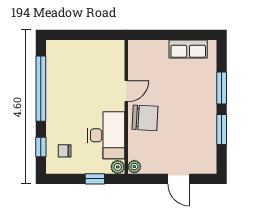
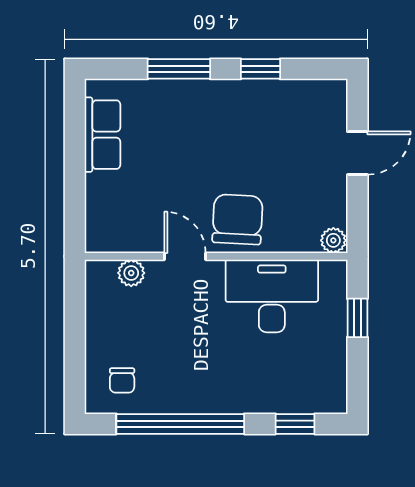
window: (222, 129) -> (260, 69), width x0.67
chair: (65, 151) -> (122, 380), moved
plant: (118, 167) -> (131, 273), moved

